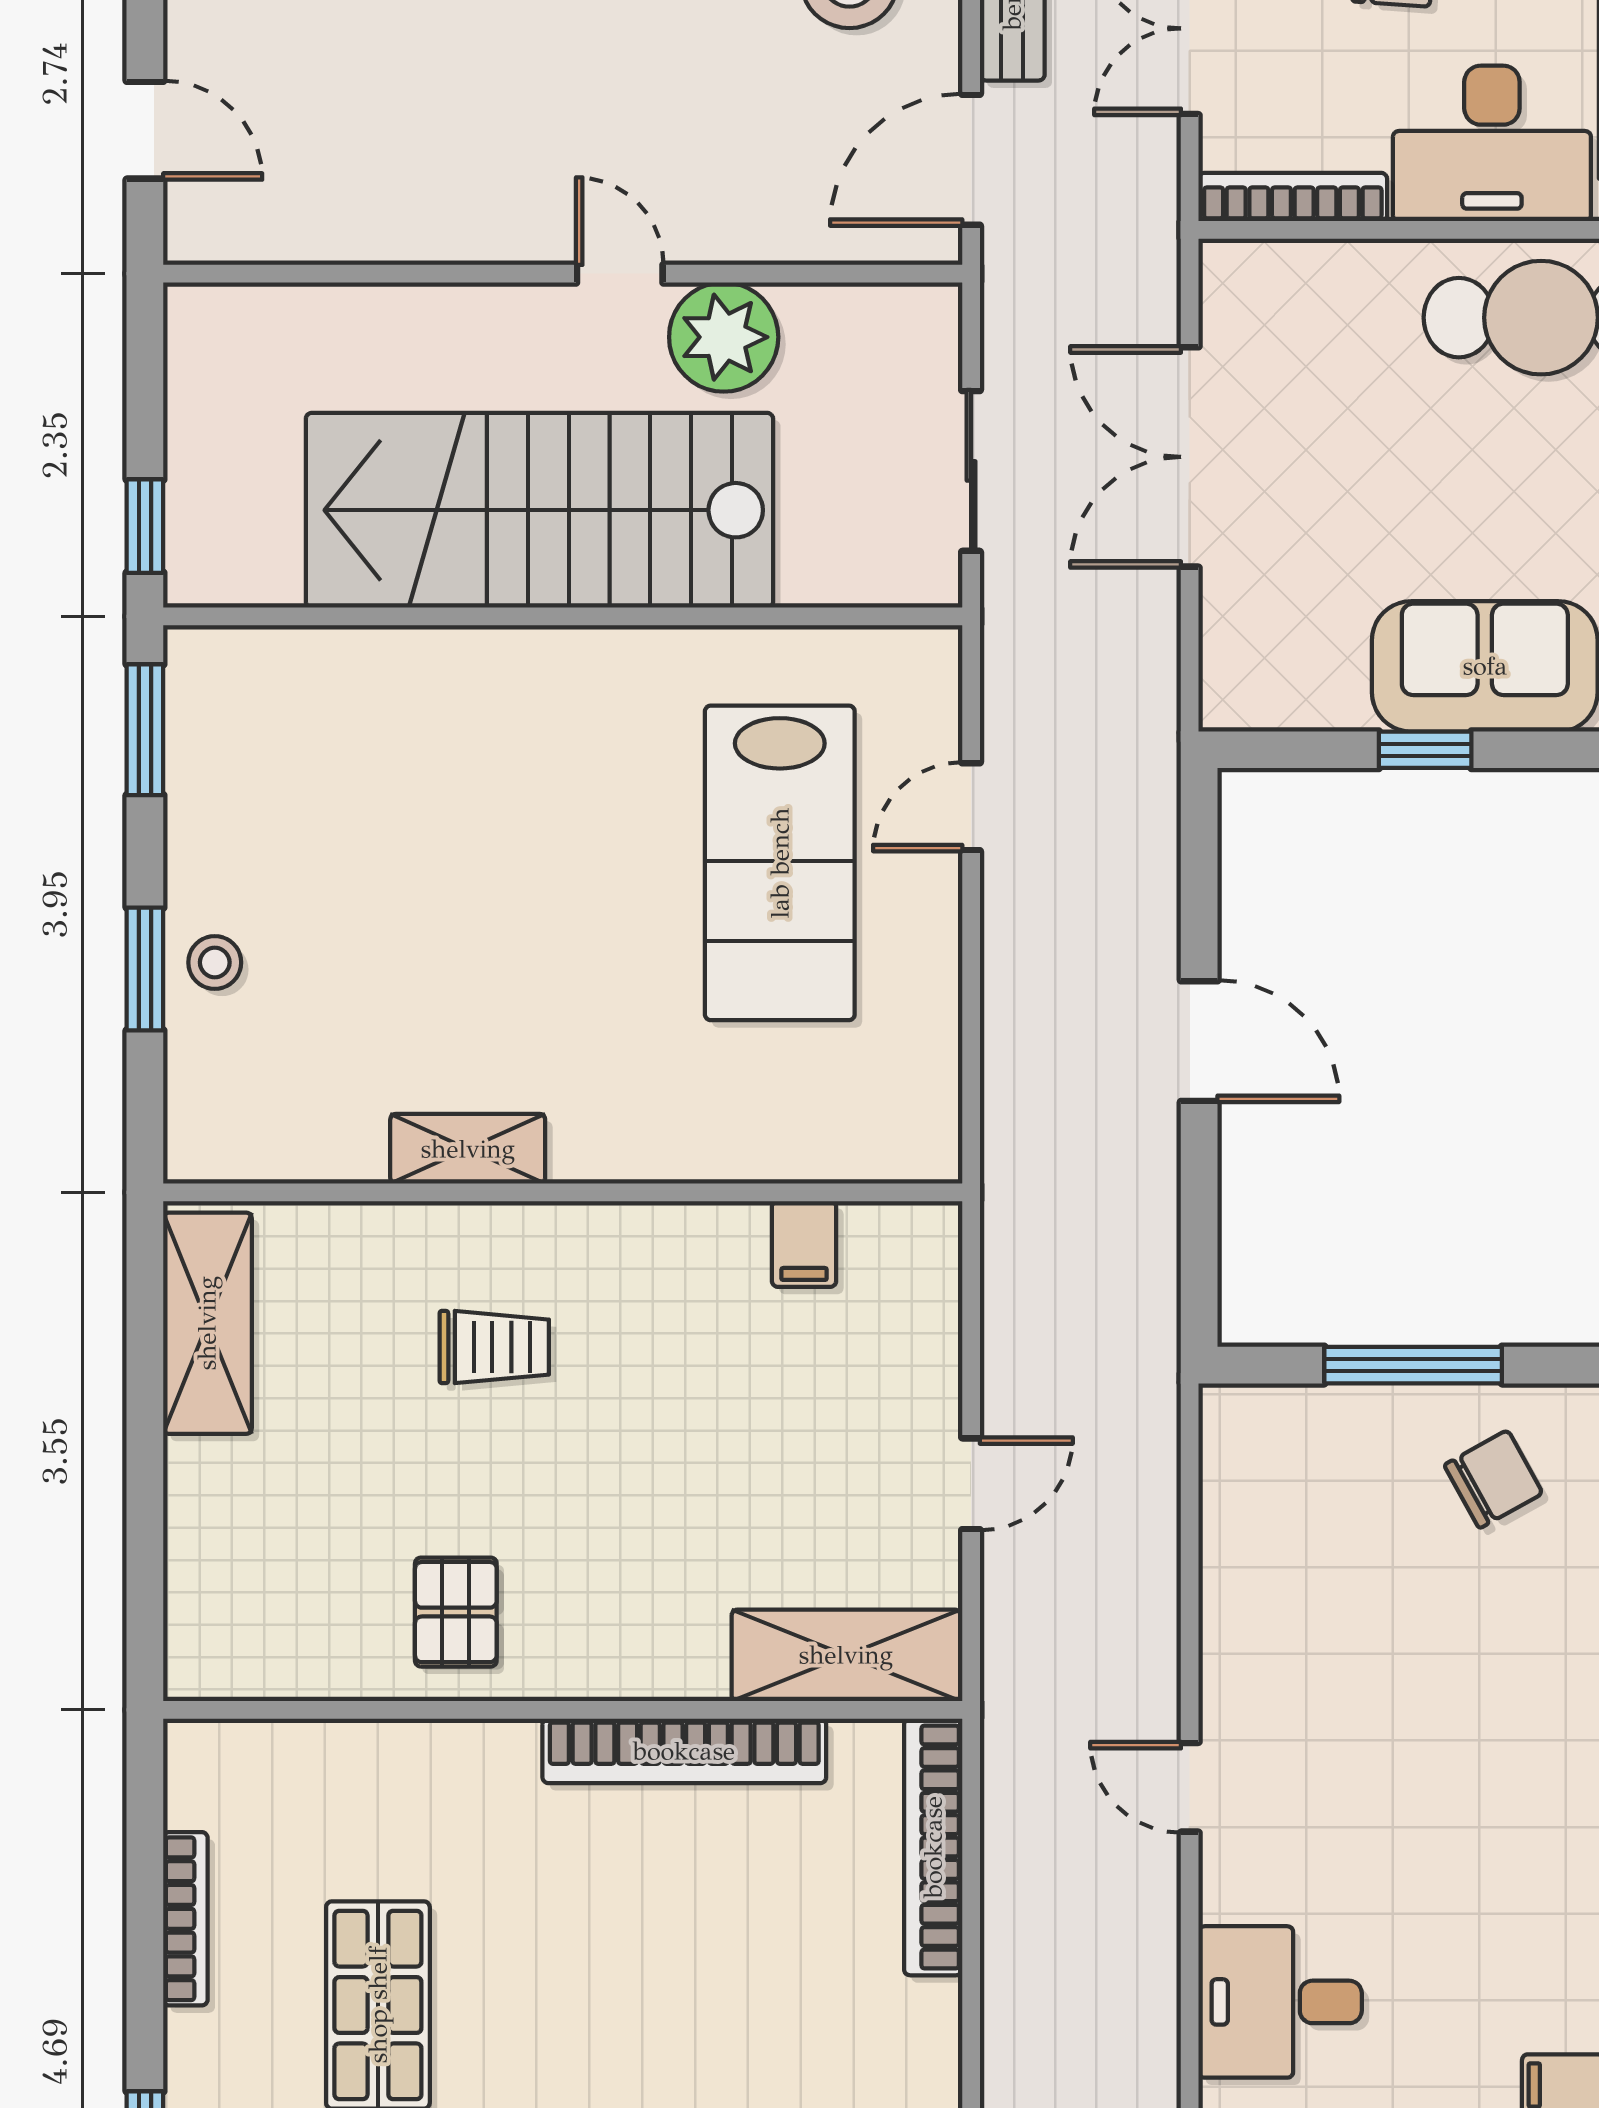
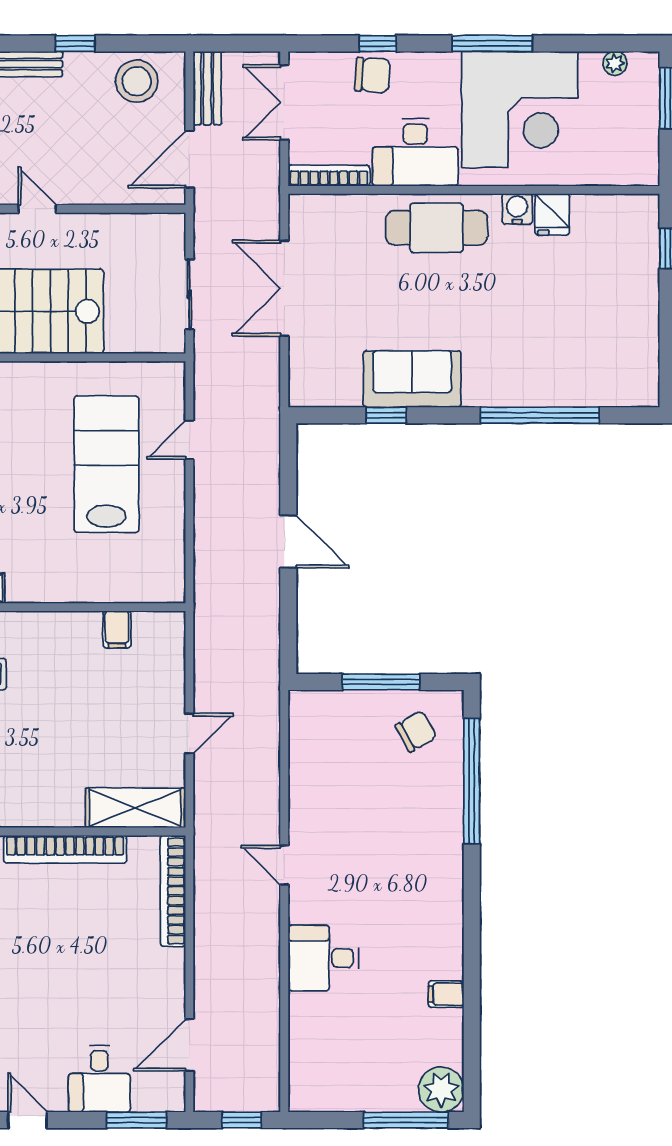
plant: (724, 337) -> (82, 236), removed
lab bench: (780, 863) -> (106, 464), turned 180

